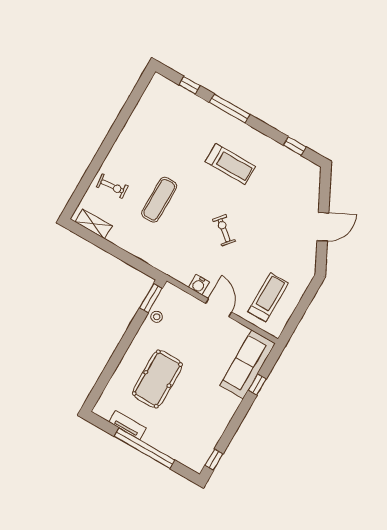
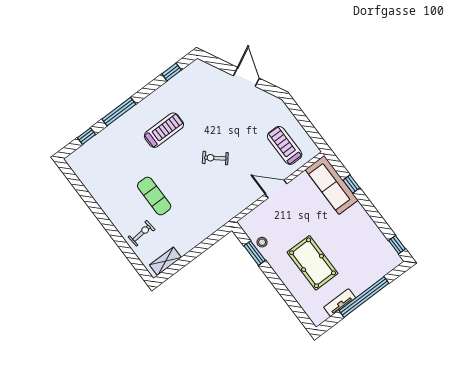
exercise mat: (159, 200) -> (154, 196), moved
water cooler: (199, 285) -> (251, 197), removed
window: (151, 298) -> (255, 253), moved

